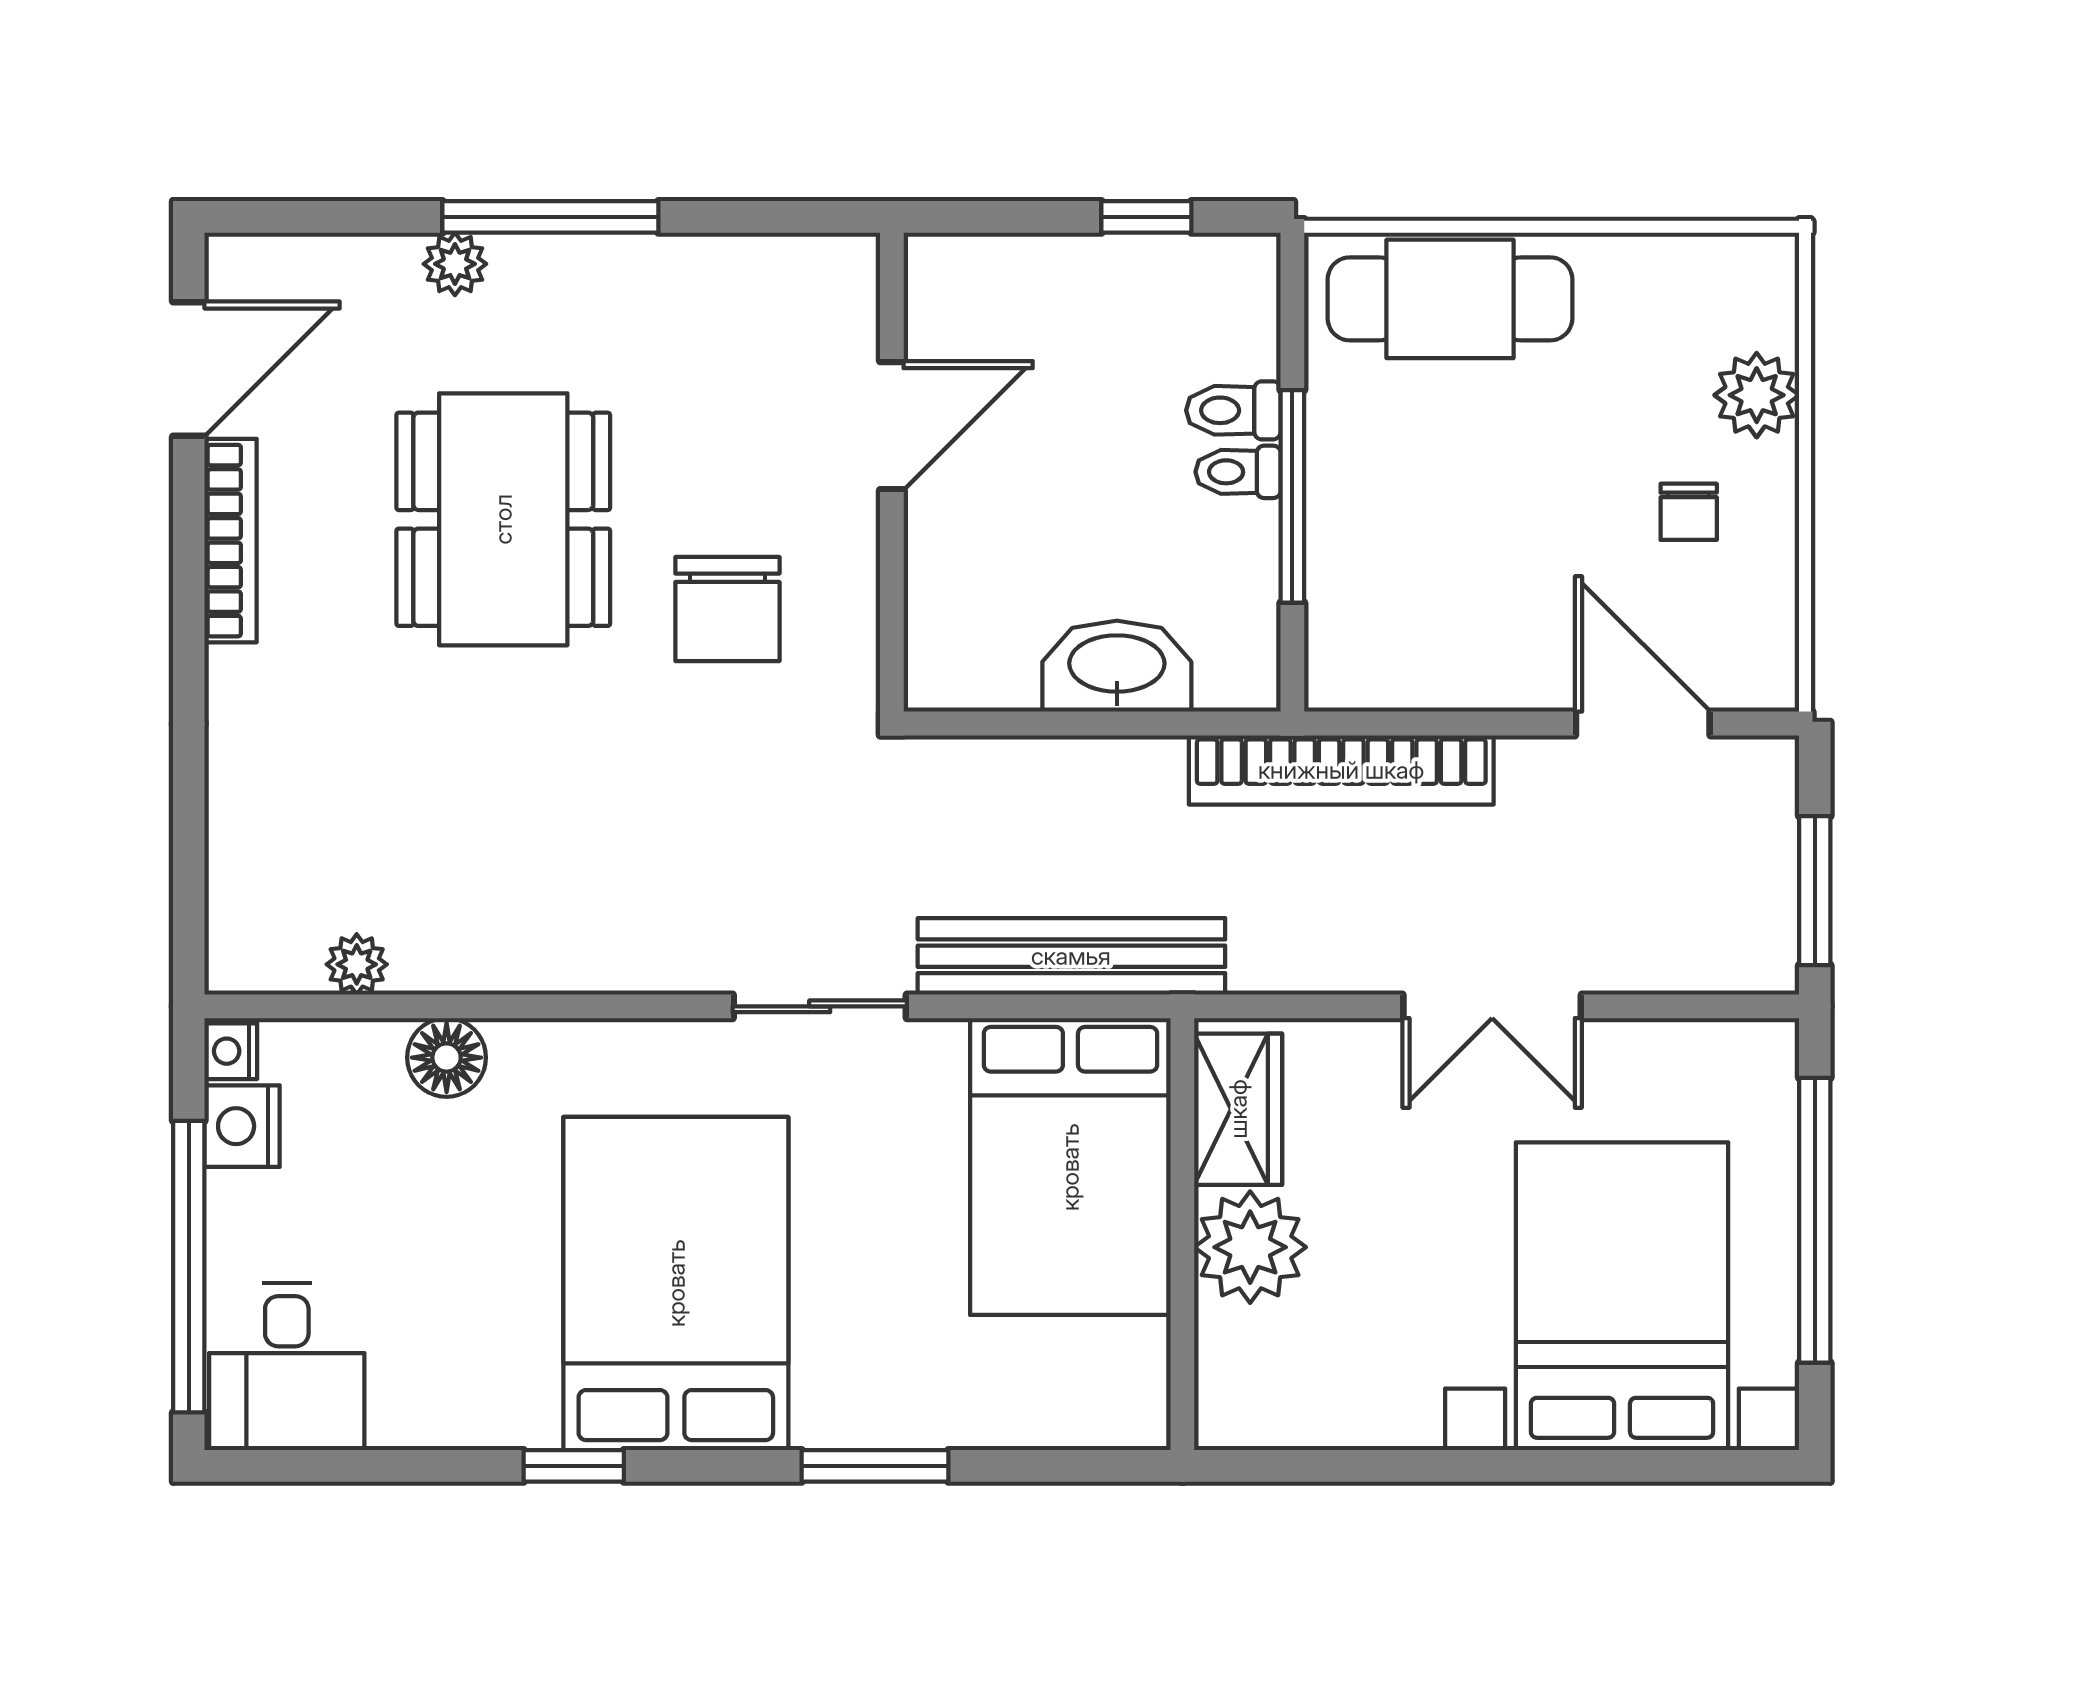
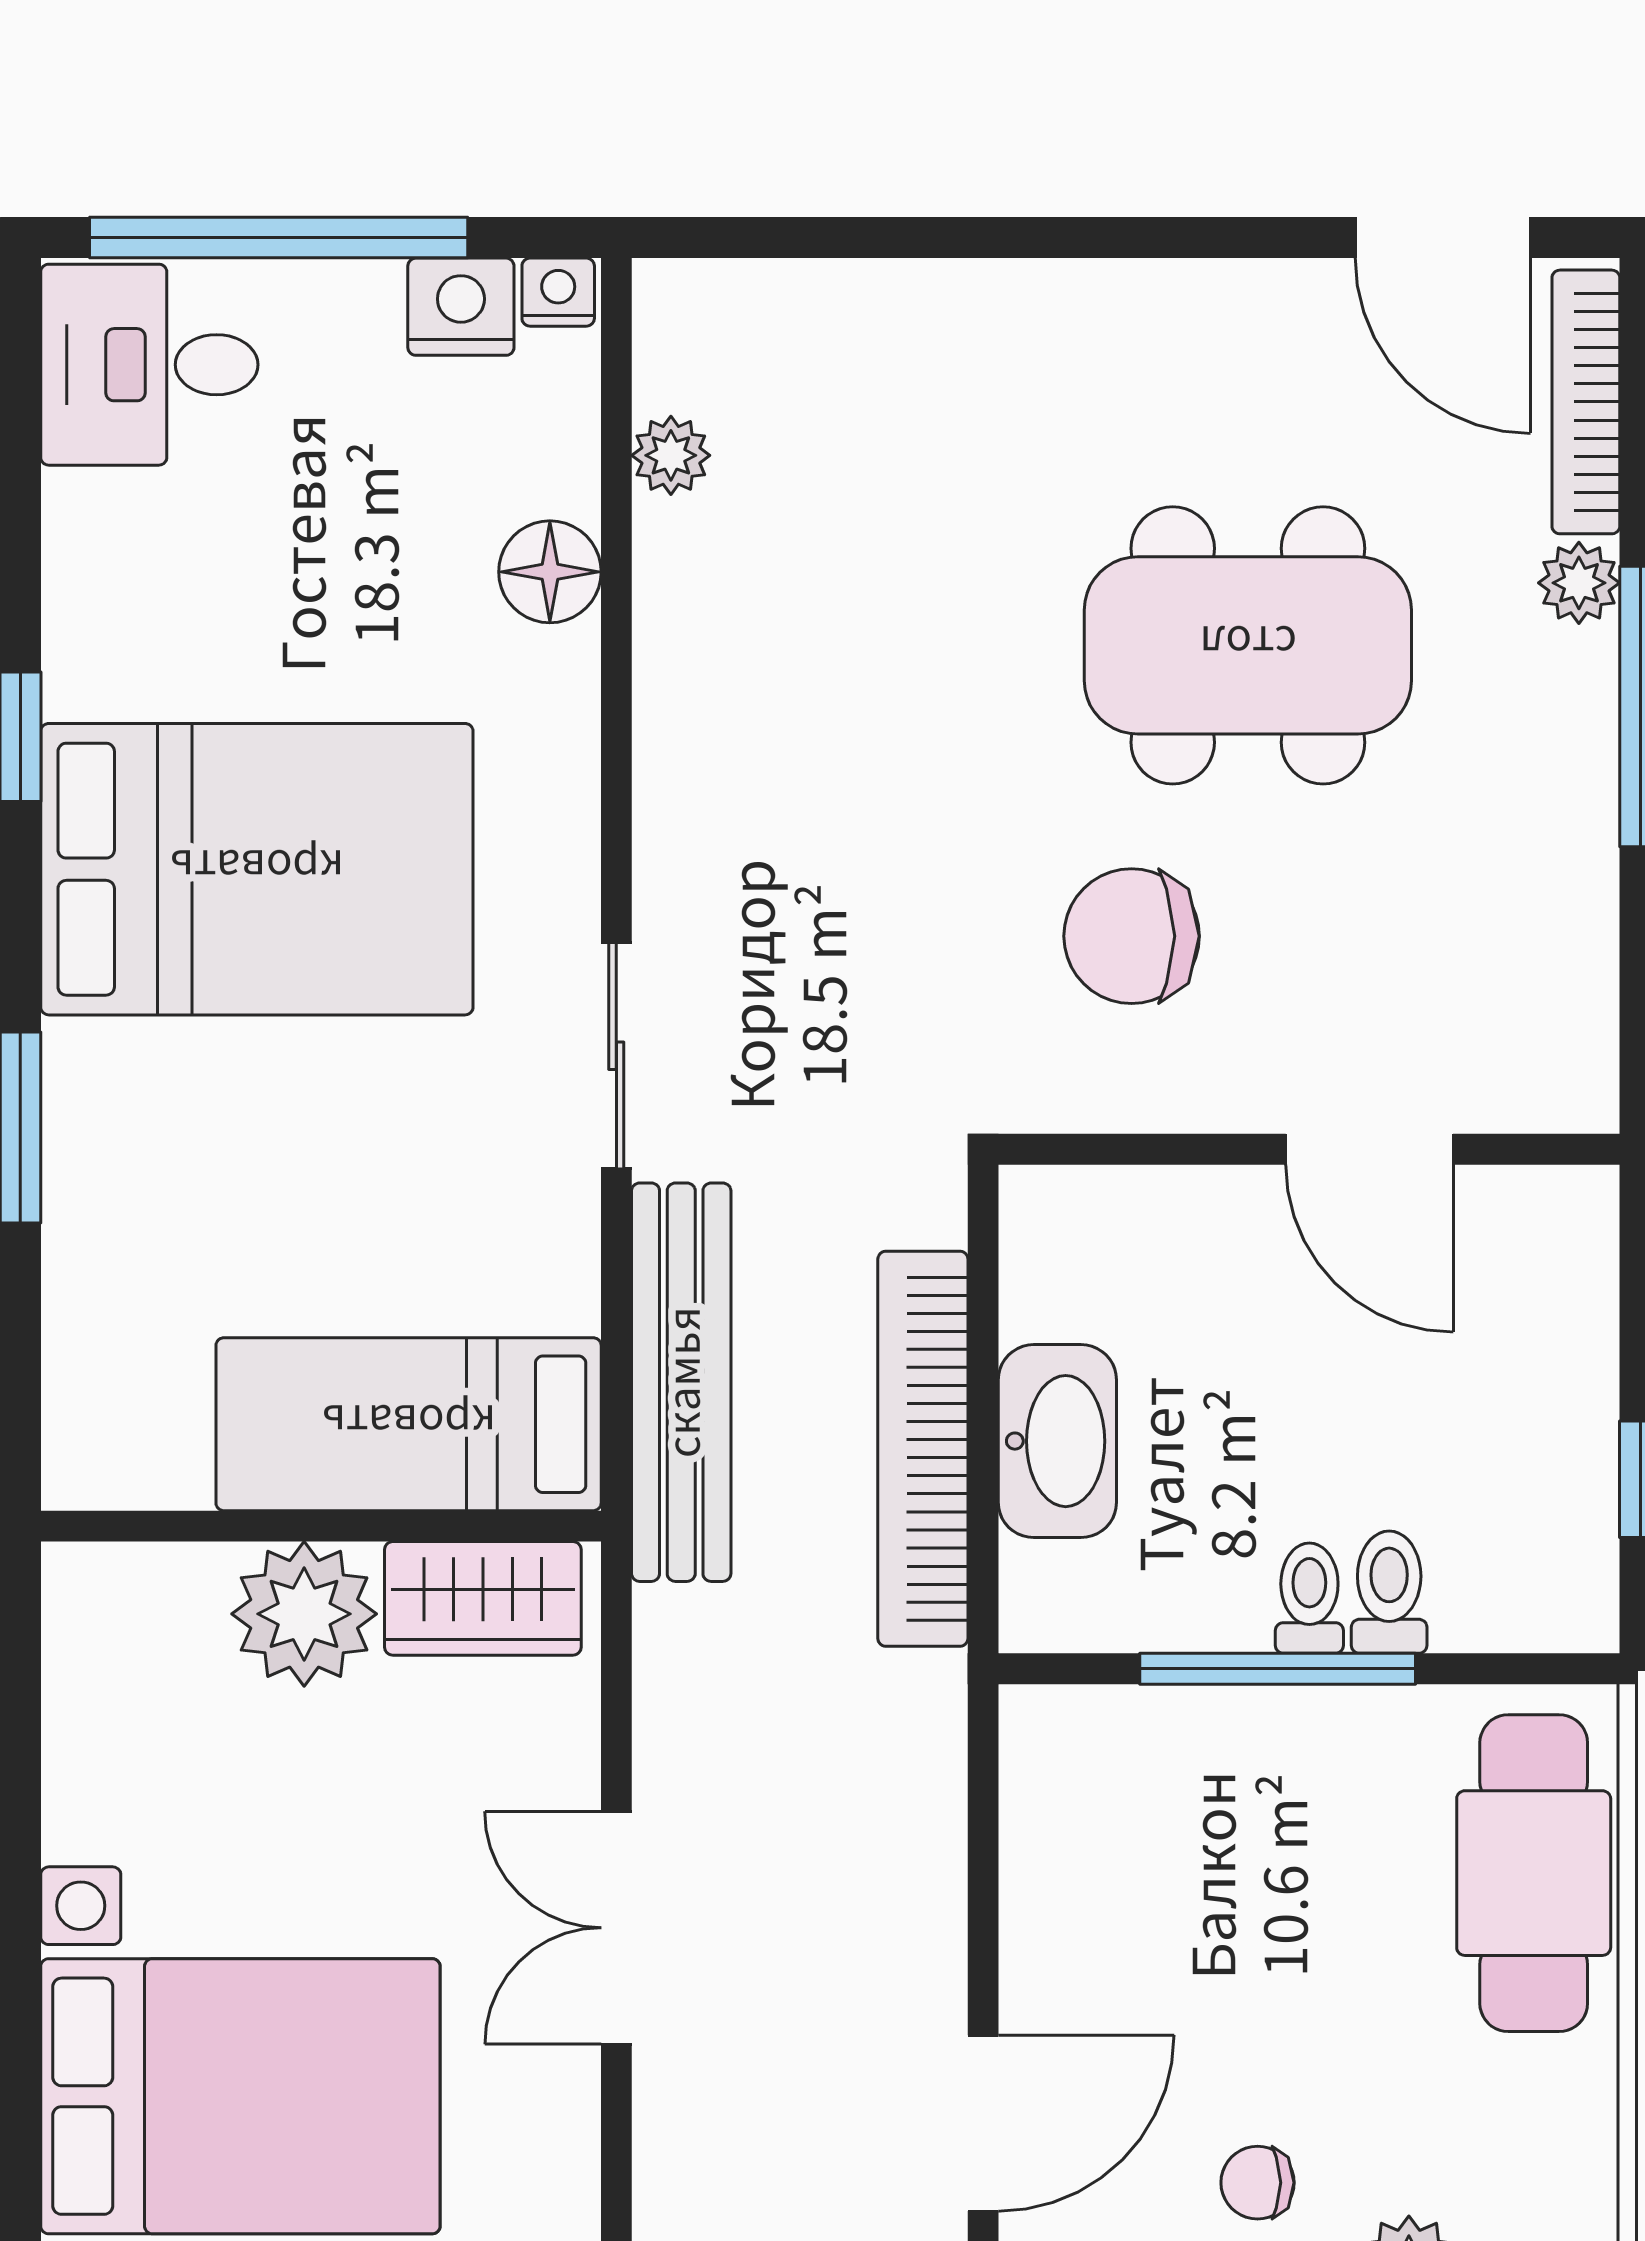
bookcase: (231, 541) -> (1586, 402), moved, turned 90
bookcase: (1341, 770) -> (923, 1449), moved
bed: (1070, 1167) -> (409, 1424), width x0.67

